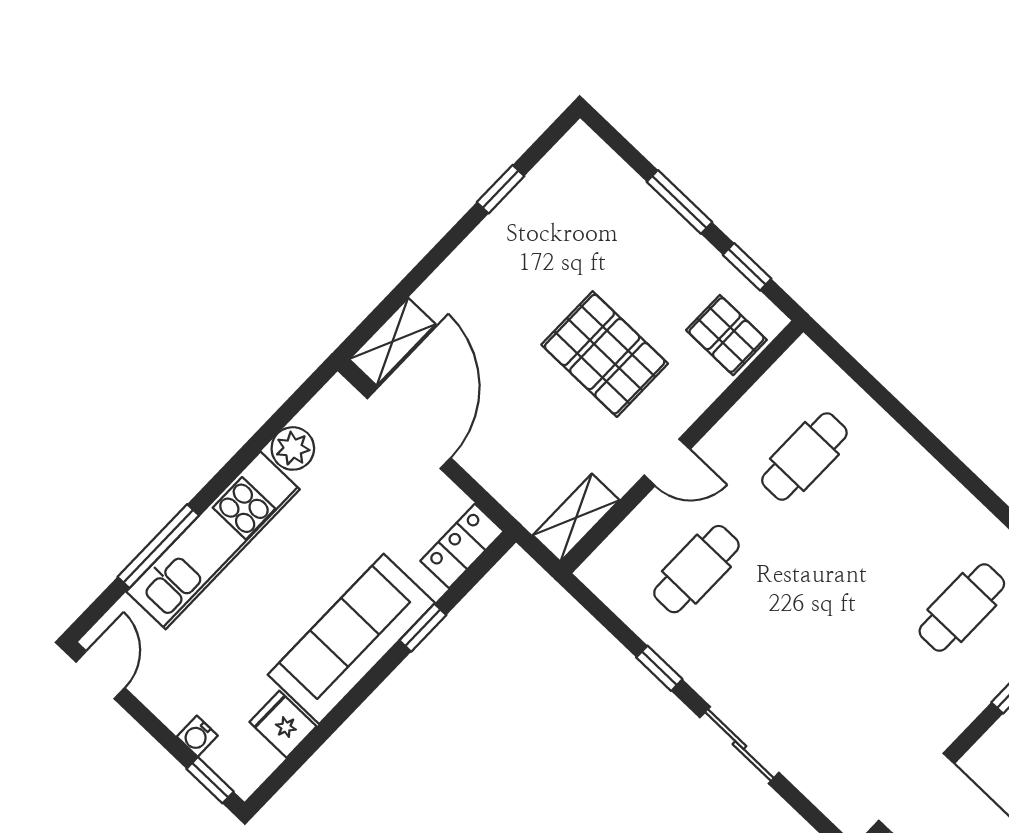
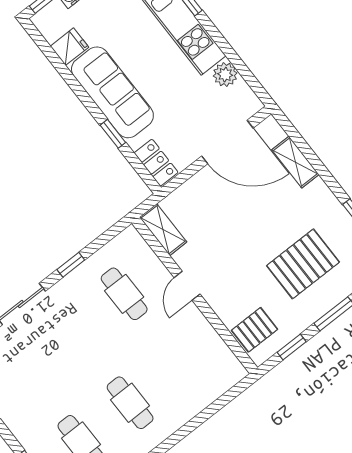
shelving: (392, 342) -> (295, 162), moved
pallet: (605, 354) -> (303, 264), moved
cafe table: (804, 457) -> (130, 403), moved

